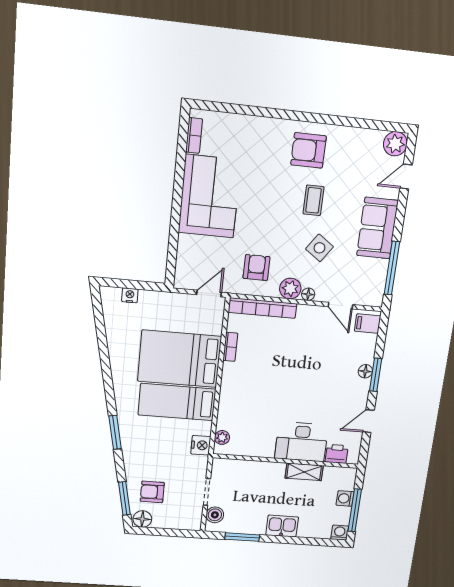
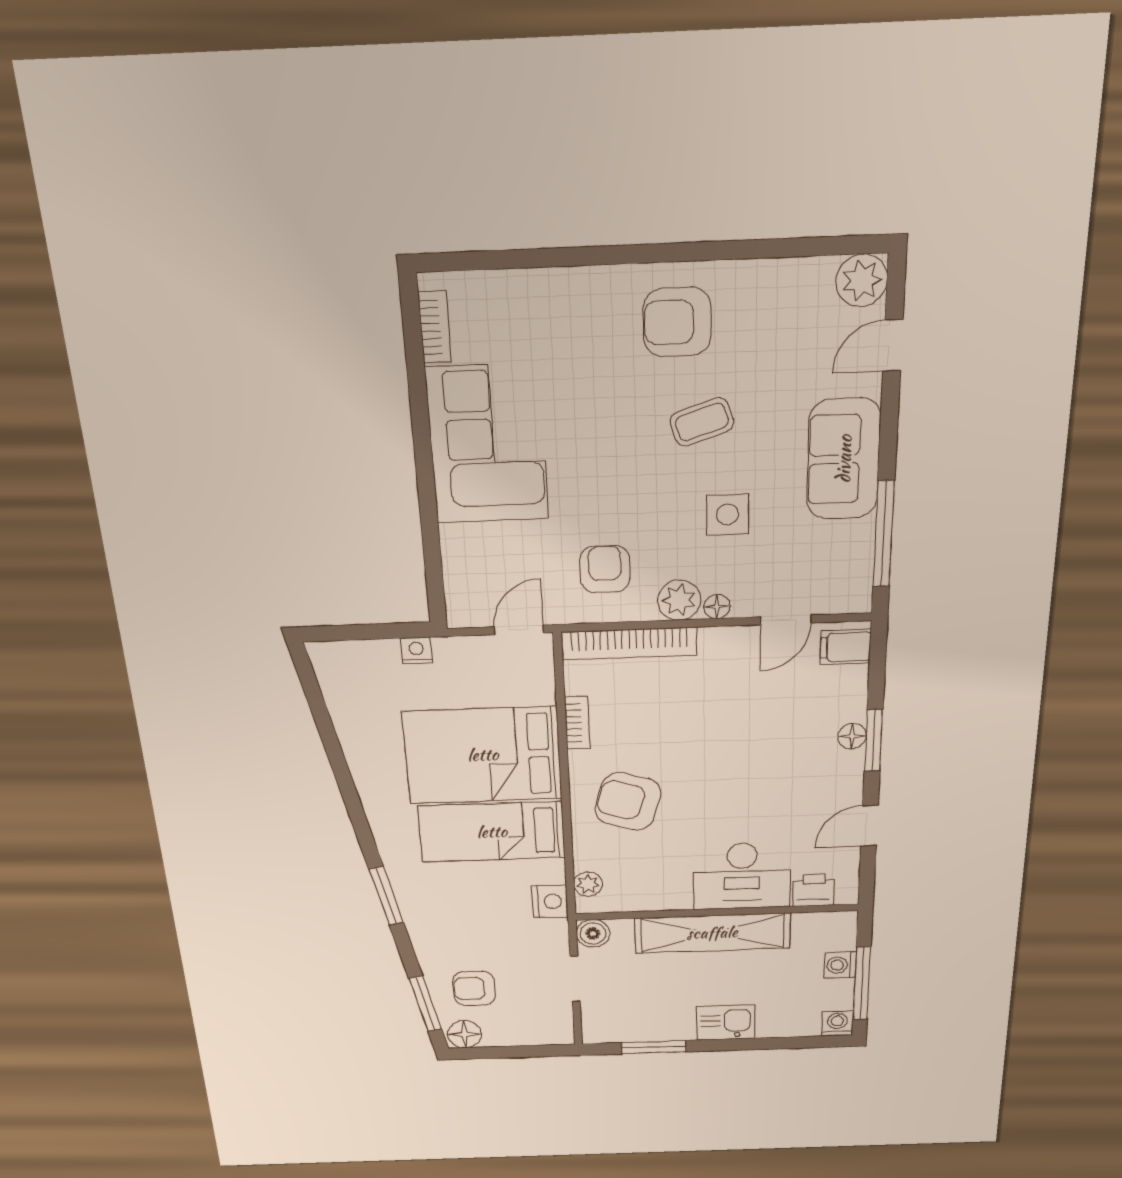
coffee table: (313, 200) -> (702, 422), turned 72
side table: (319, 248) -> (727, 514), turned -35
nightstand: (130, 295) -> (416, 650), moved
door: (341, 306) -> (786, 620), hinge flipped
armchair: (250, 393) -> (628, 801), added
shelving: (304, 472) -> (712, 933), width x2.20, depth x1.33
boiler: (215, 515) -> (593, 934), moved

